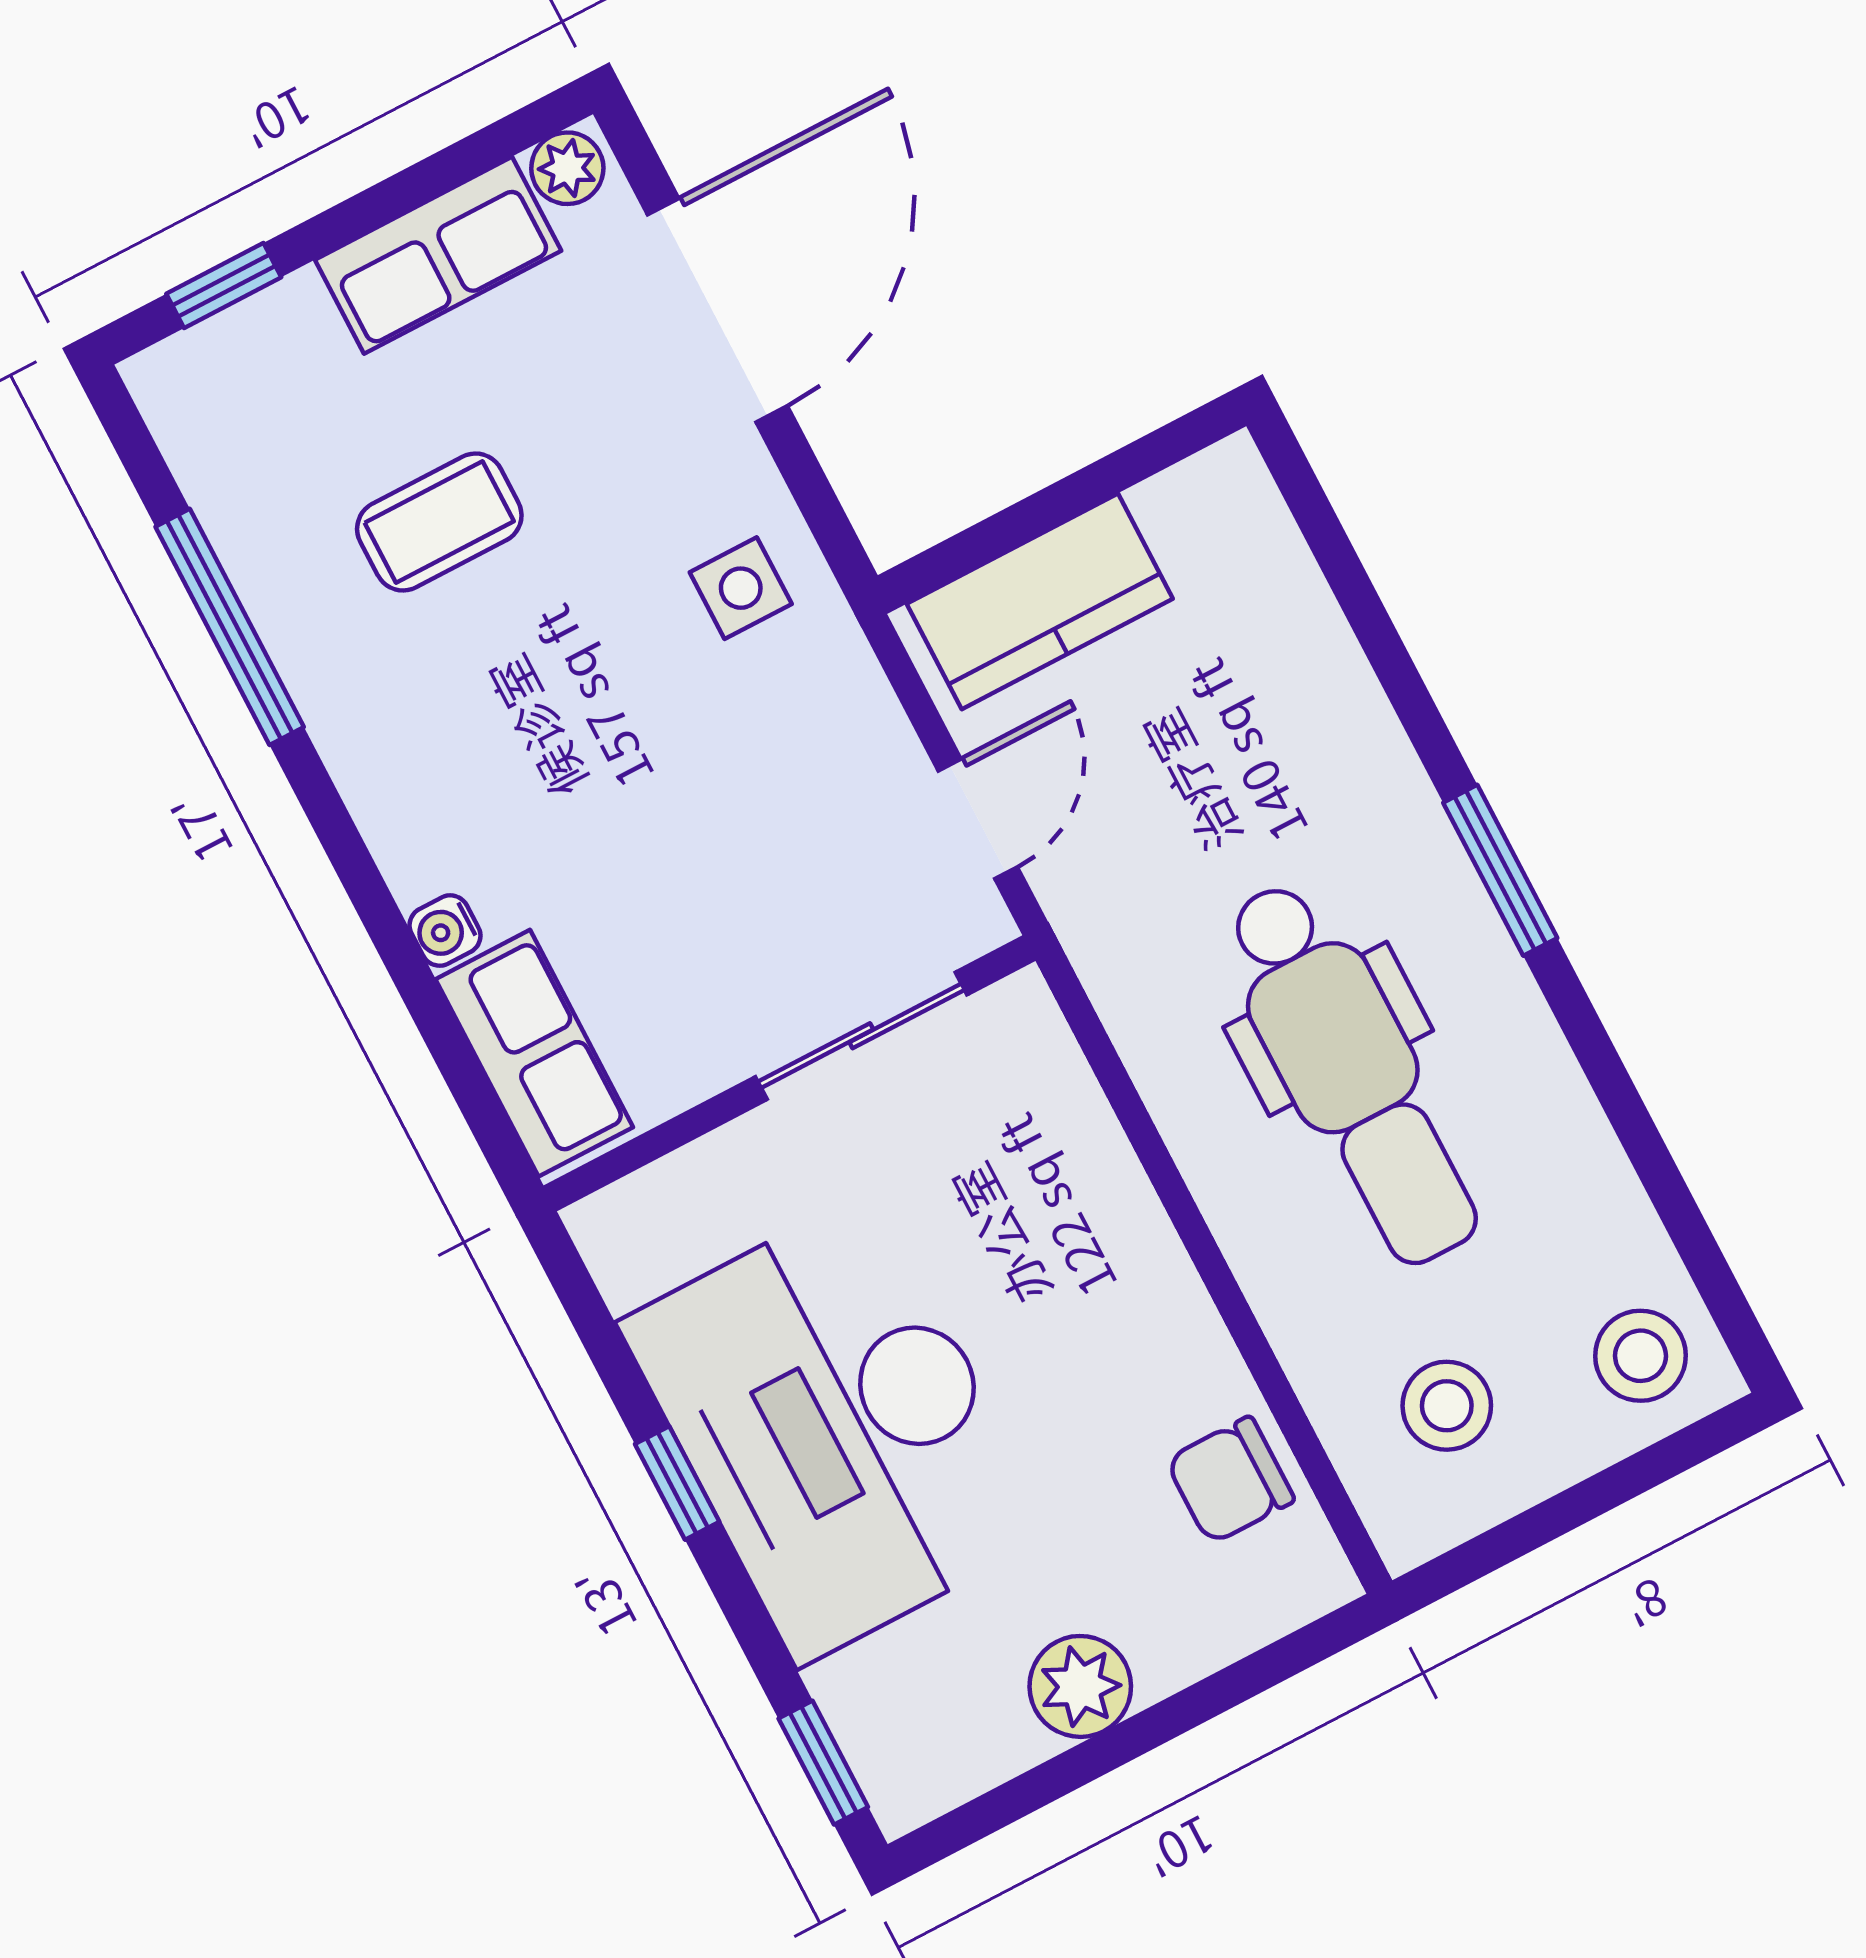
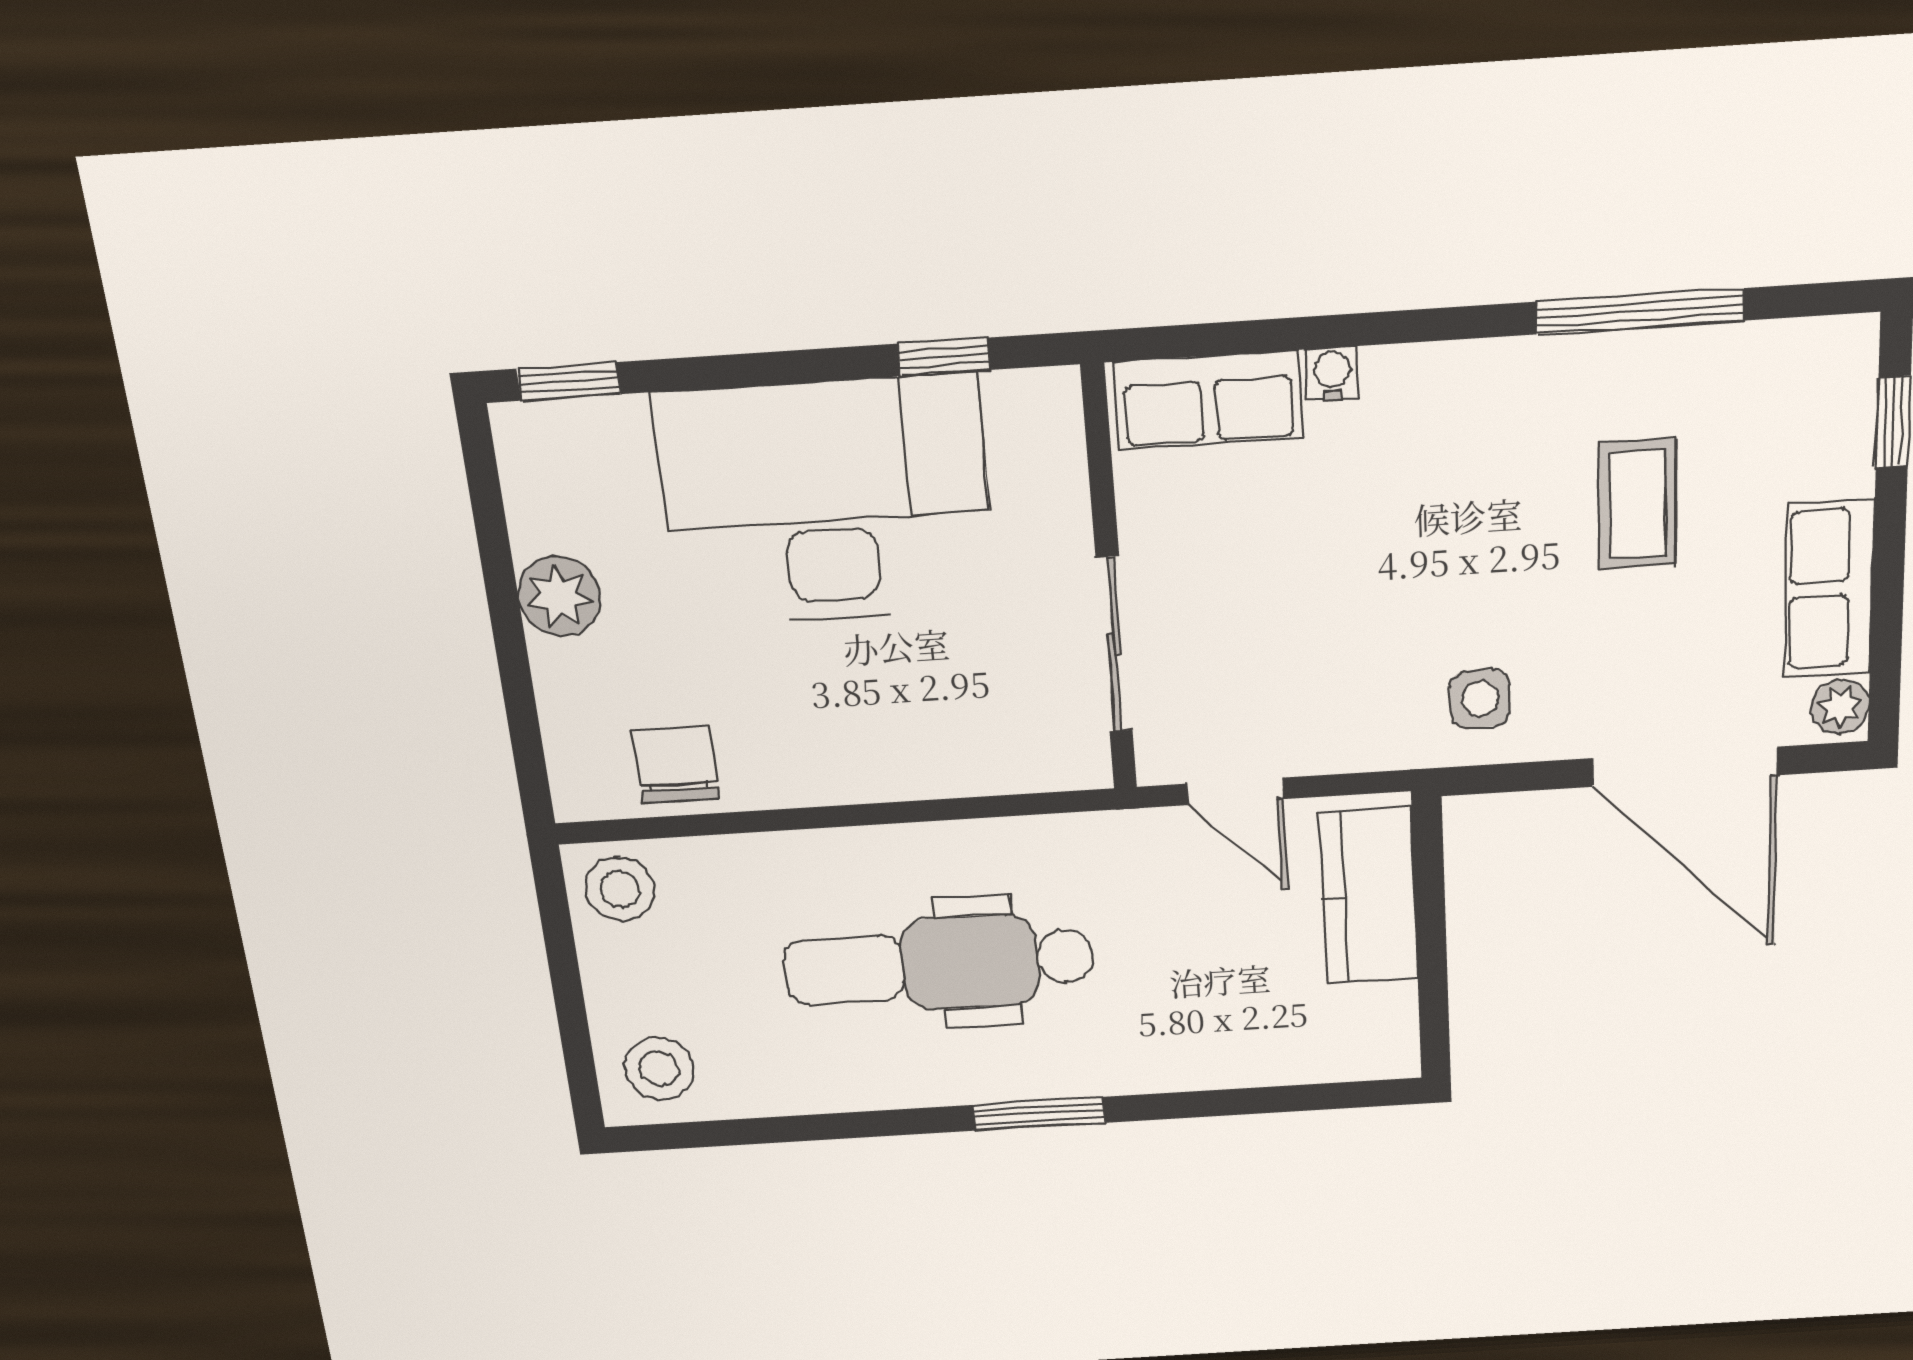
stool: (1447, 1406) -> (620, 889), moved
window: (677, 1483) -> (944, 357), moved

